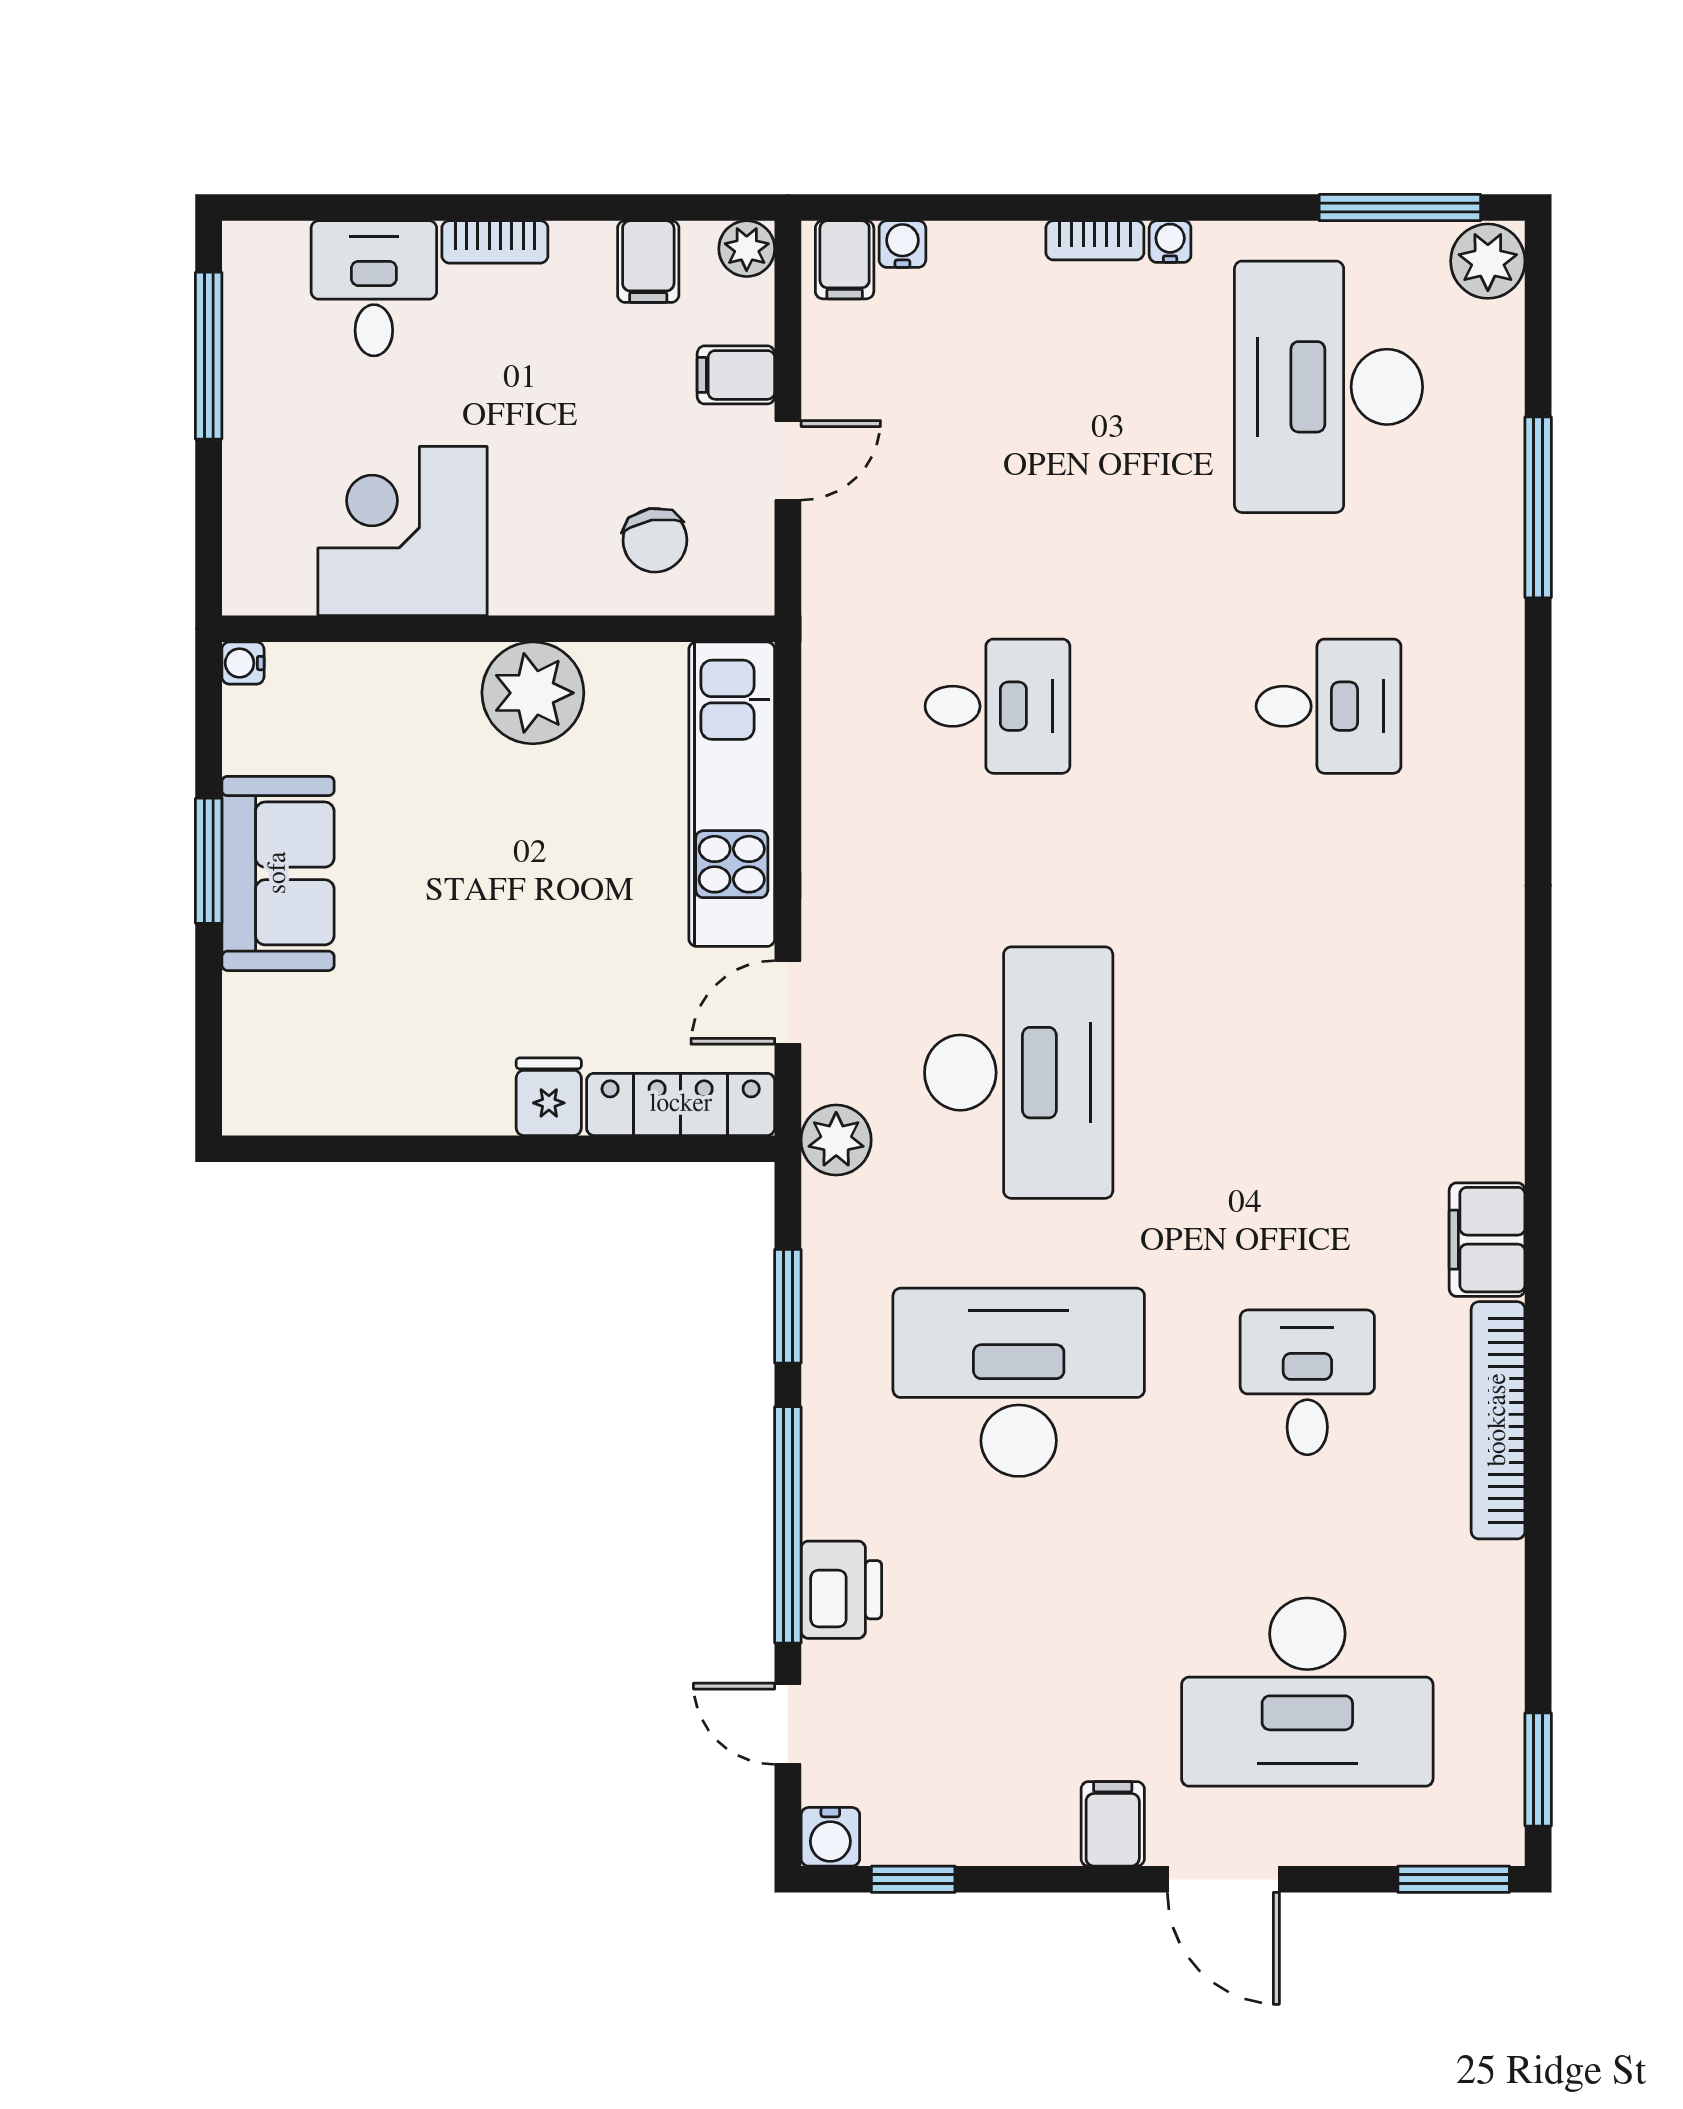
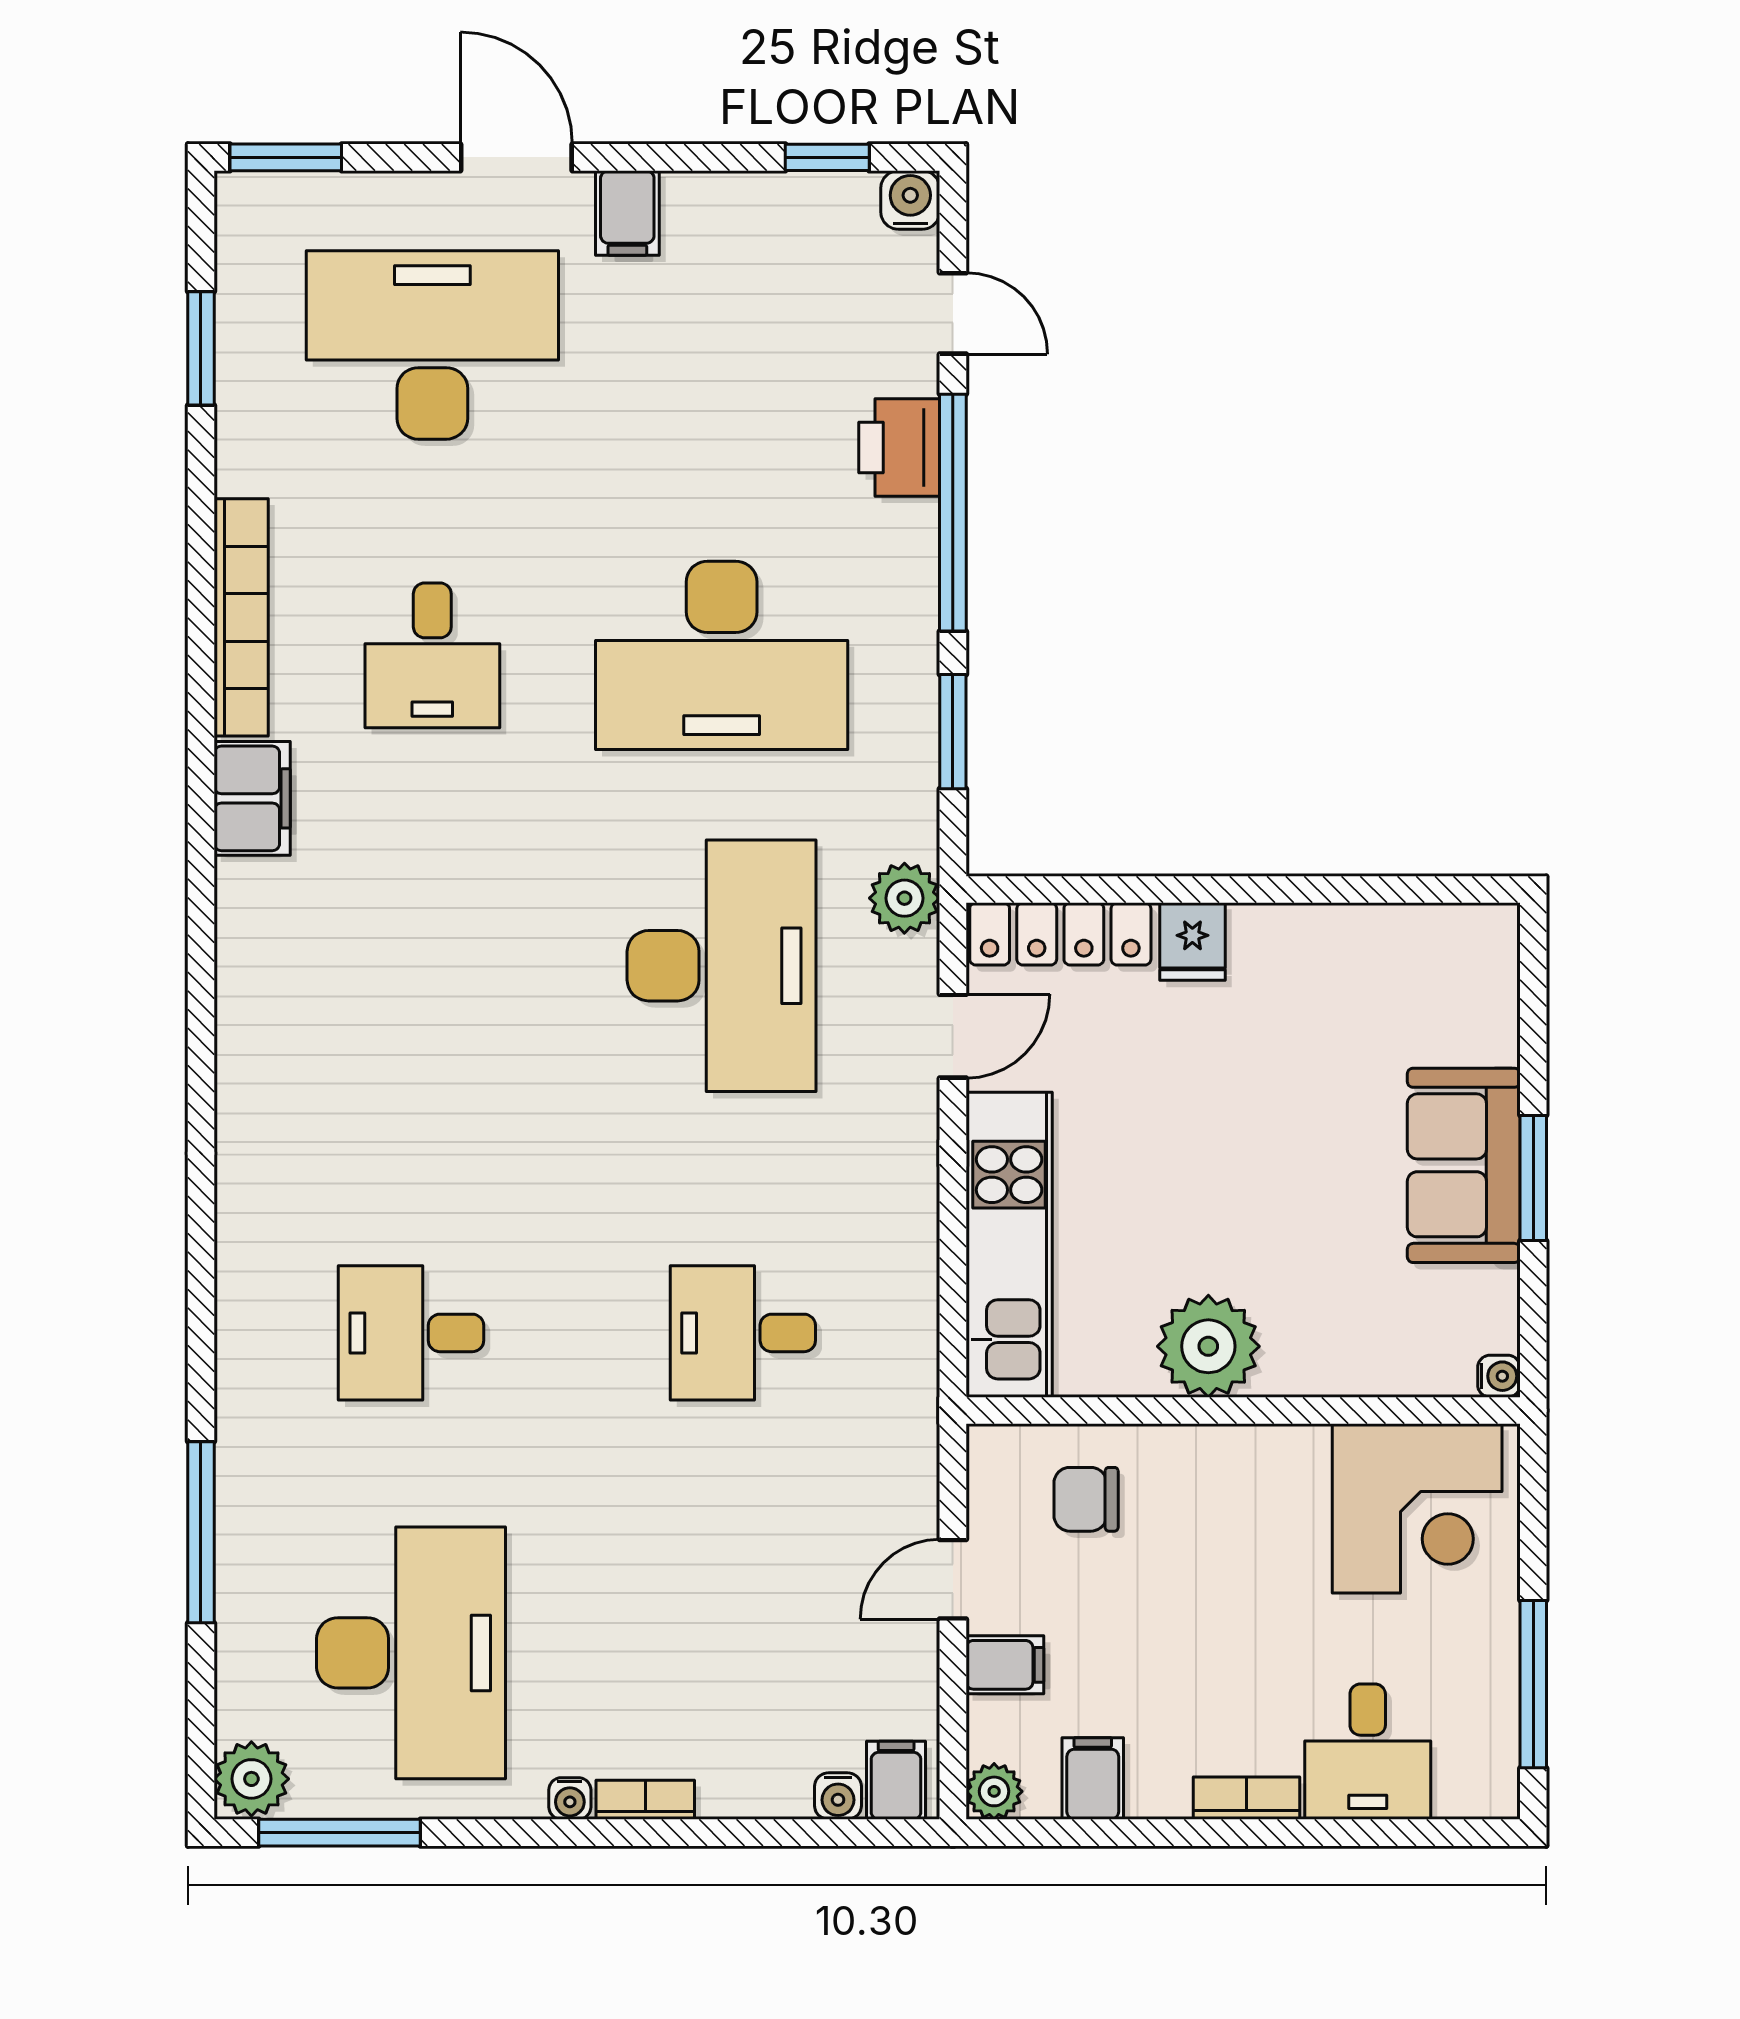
corner desk: (402, 531) -> (1417, 1508), moved
chair: (655, 540) -> (1086, 1499), turned -80
desk: (1019, 1073) -> (722, 966), turned 180
window: (1538, 1769) -> (201, 348), moved

